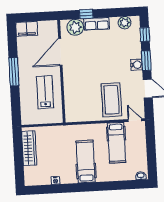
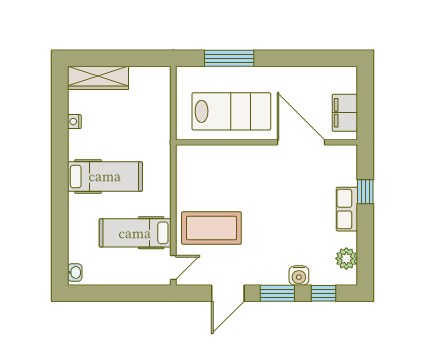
plant: (75, 27) -> (343, 171), removed
filing cabinet: (27, 29) -> (345, 113), moved
water cooler: (136, 65) -> (299, 276), moved
window: (14, 72) -> (229, 58), moved
lab bench: (45, 92) -> (231, 111), width x1.36, depth x1.39
wardrobe: (29, 148) -> (98, 78), moved

